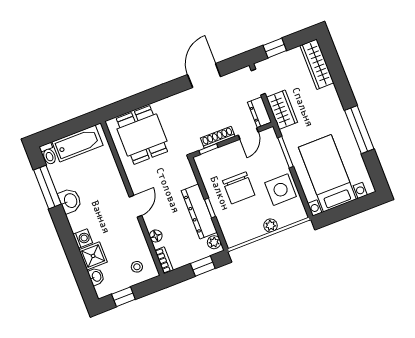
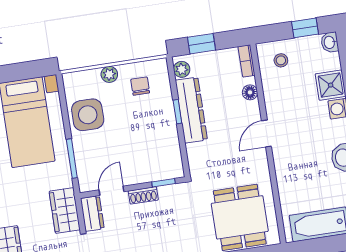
shoe rack: (218, 137) -> (143, 195), width x0.70
chair: (239, 188) -> (140, 86), moved, width x0.54, depth x0.54
washbasin: (96, 277) -> (330, 42), moved

